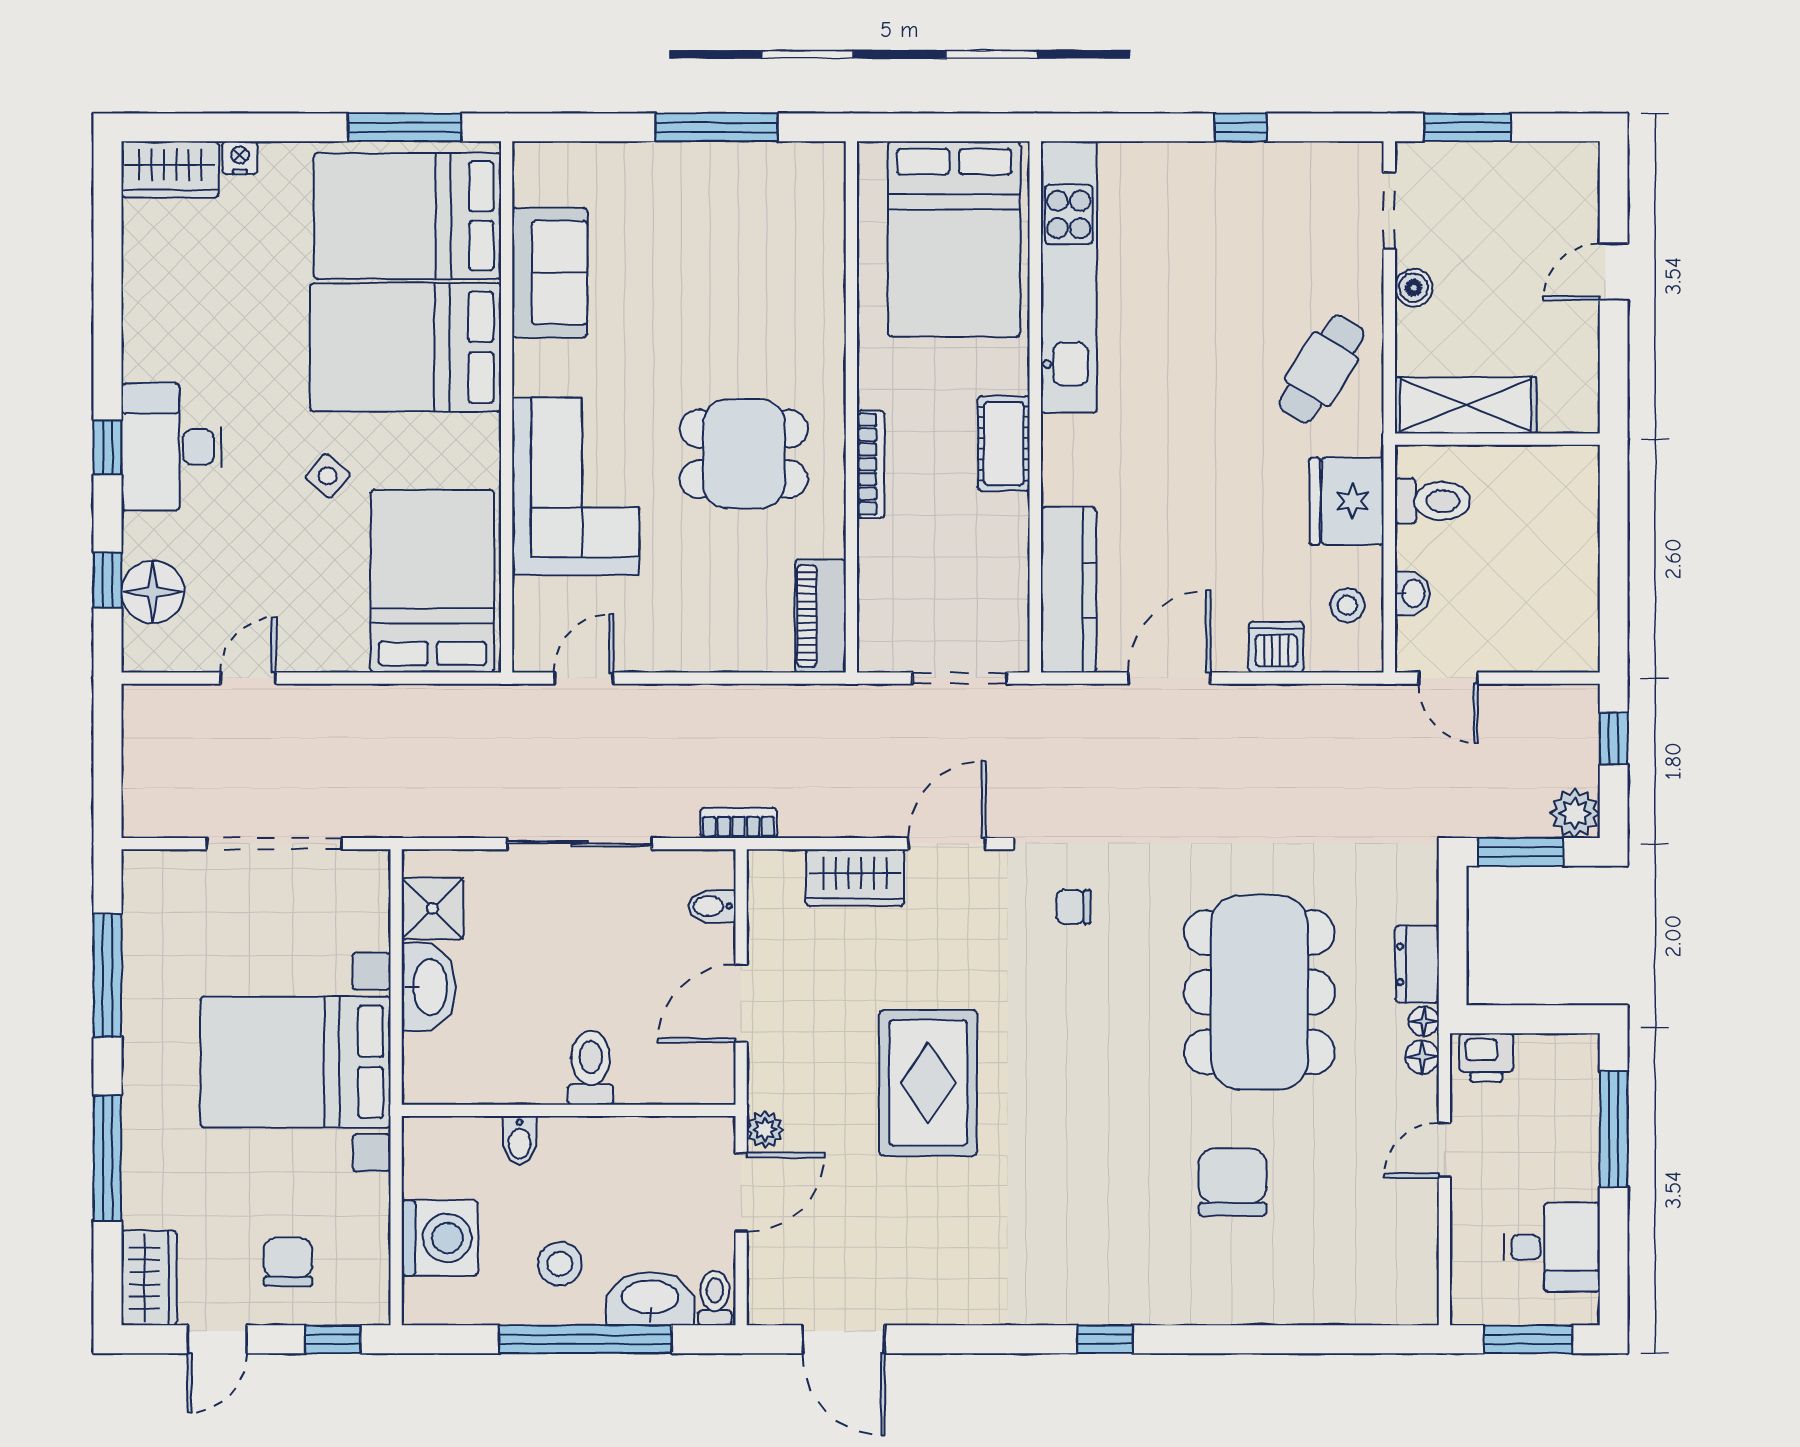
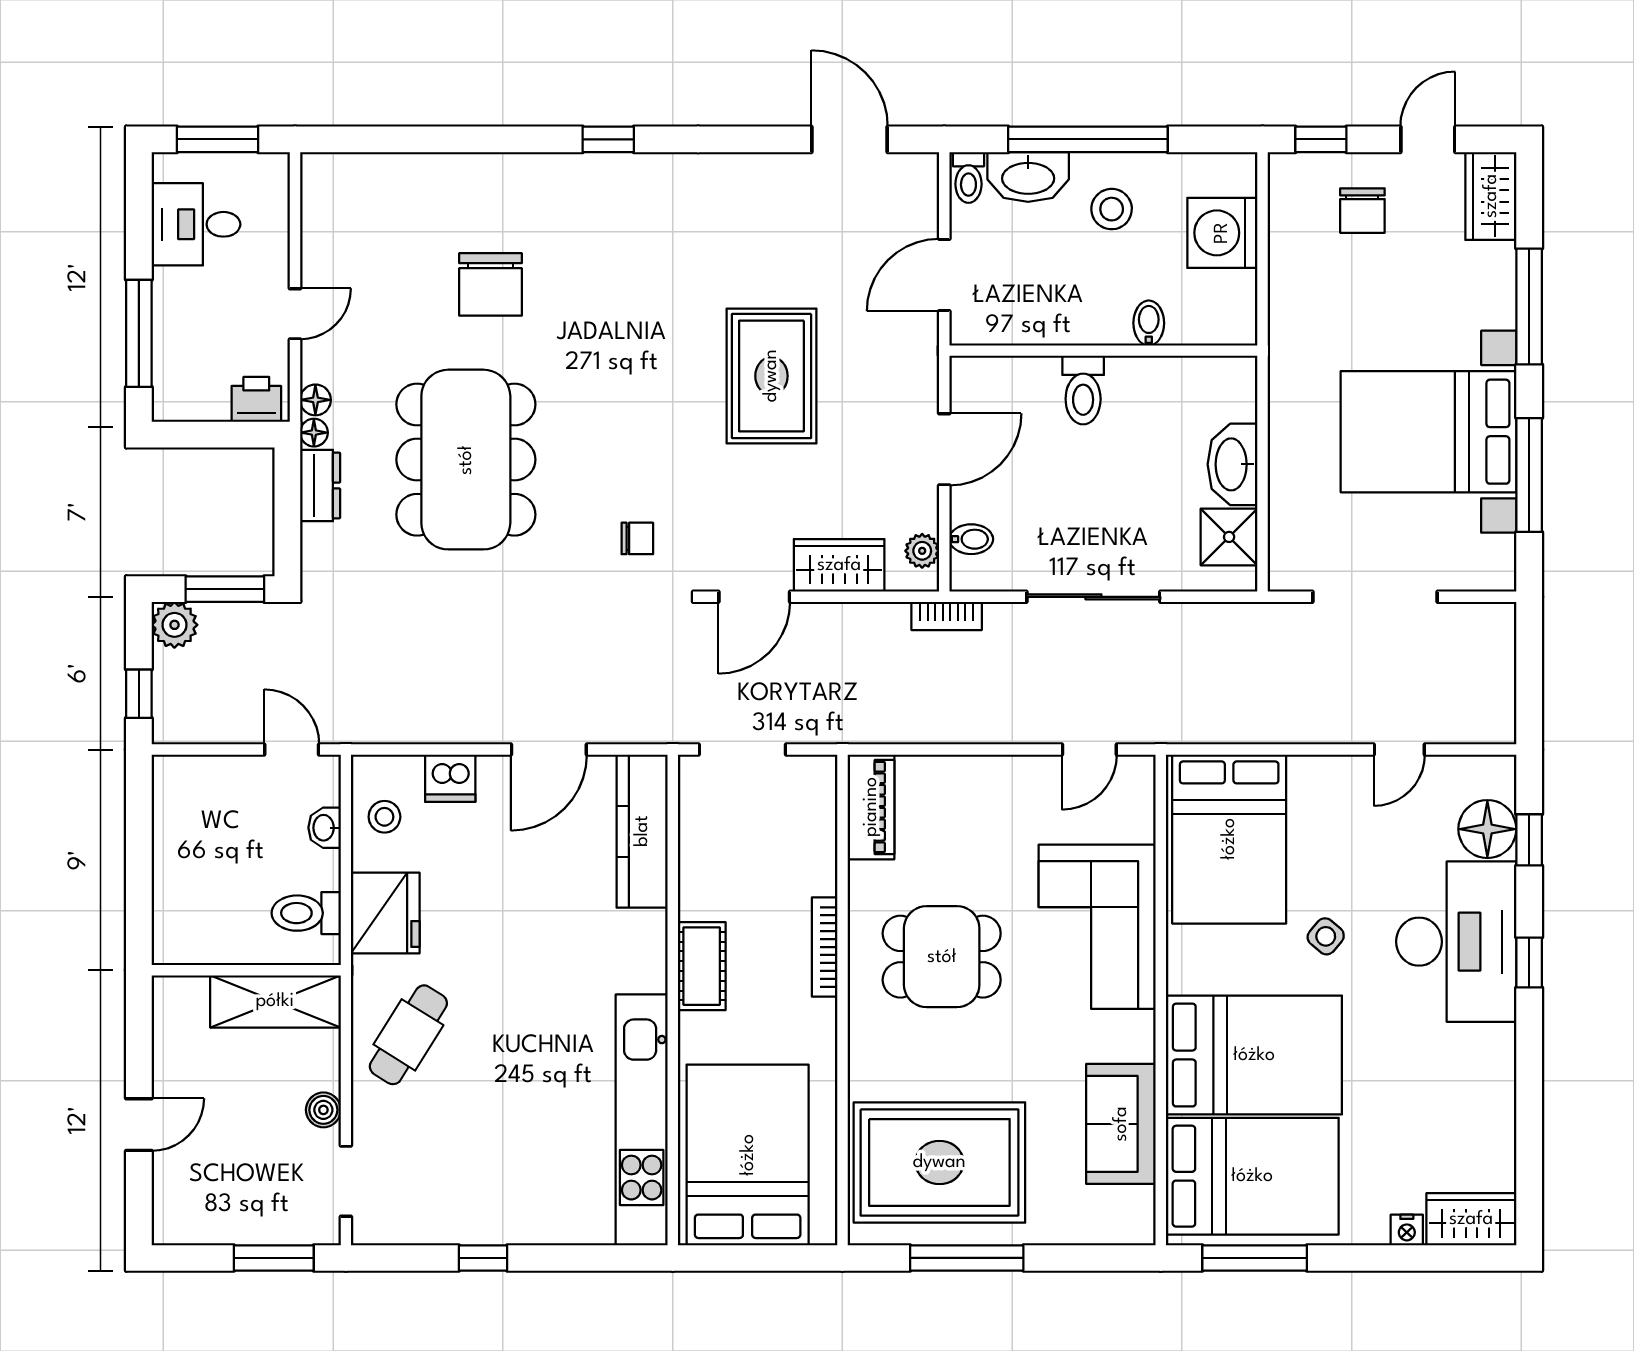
rug: (746, 231) -> (939, 1162), added
desk: (171, 447) -> (1456, 942), width x1.36, depth x1.30
bed with nightstands: (296, 1062) -> (1429, 432), moved, turned 180
plant: (765, 1130) -> (922, 551), moved

